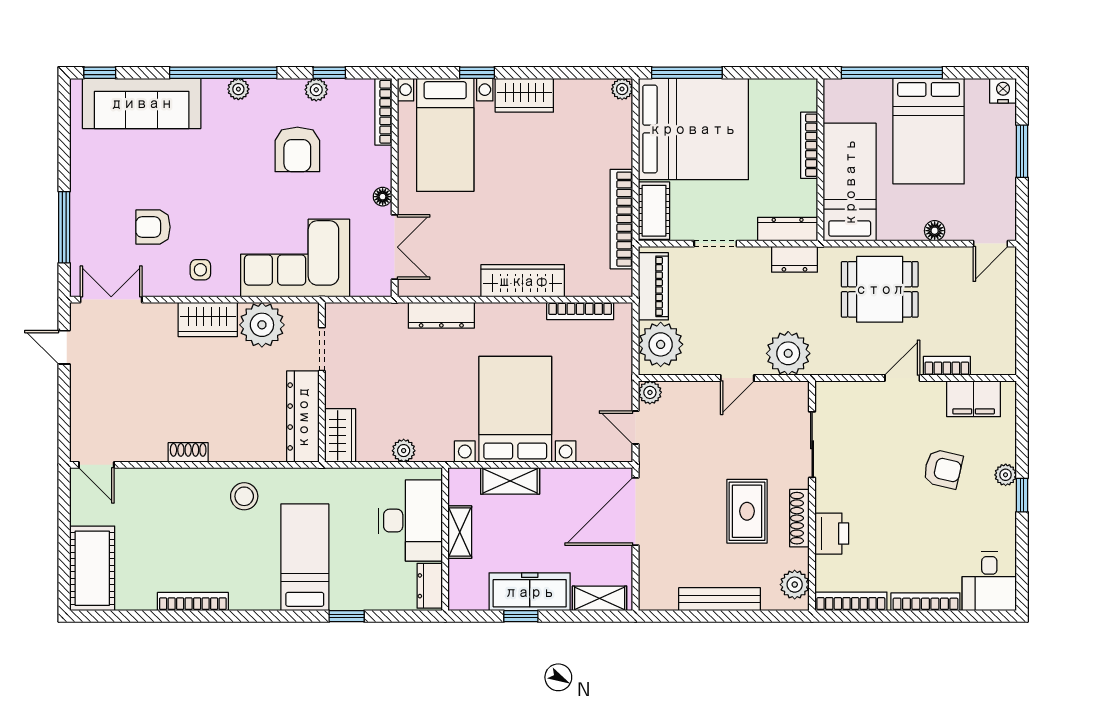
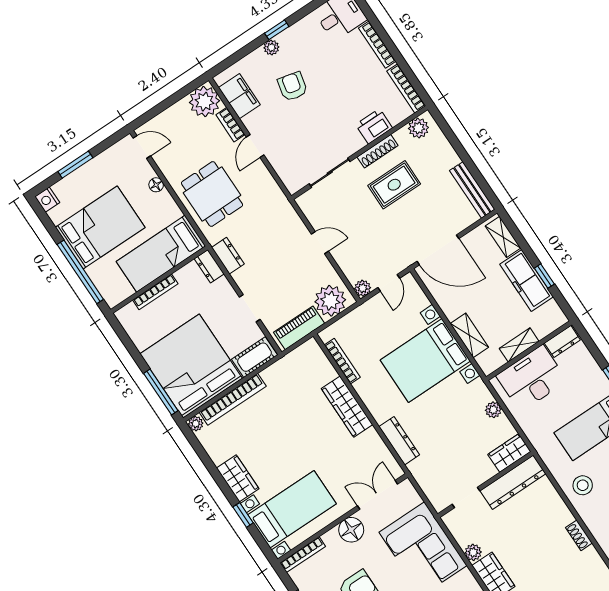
floor lamp: (383, 197) -> (351, 530), width x1.89, depth x1.89
bookcase: (621, 219) -> (233, 399), moved
dresser: (788, 229) -> (209, 266), width x0.70
plant: (262, 325) -> (473, 552), width x0.53, depth x0.53
plant: (788, 353) -> (204, 102), moved
door: (902, 378) -> (255, 146), hinge flipped
bench: (720, 599) -> (472, 190), moved

